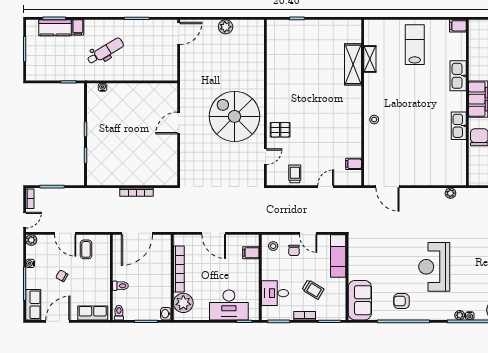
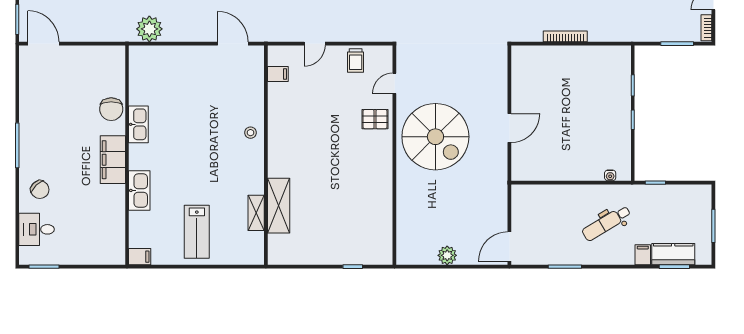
plant: (450, 193) -> (149, 29), width x1.88, depth x1.88

